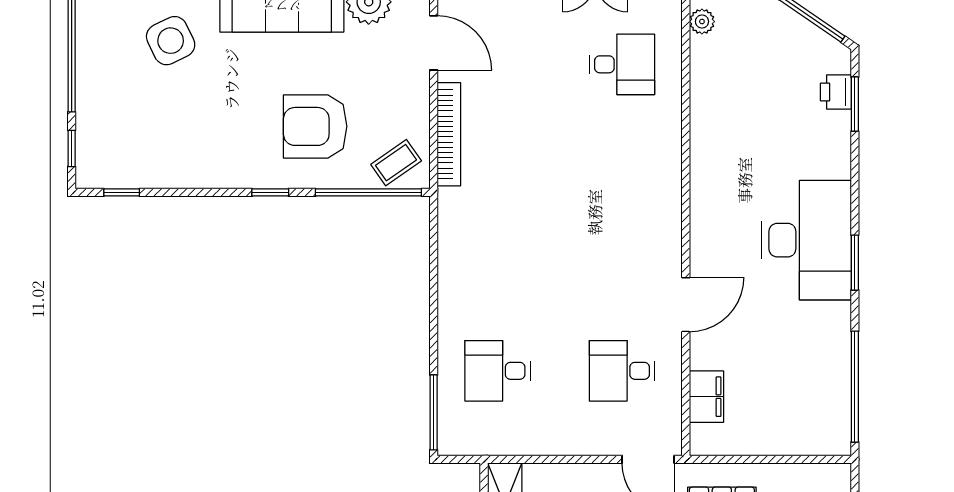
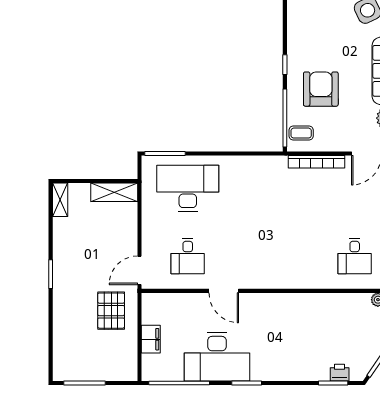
coffee table: (396, 163) -> (301, 133), turned -55
desk: (807, 240) -> (217, 357), moved
desk: (497, 371) -> (188, 188), width x1.87, depth x1.30
desk: (622, 371) -> (188, 256), turned 180
filing cabinet: (706, 397) -> (151, 339), moved, turned -90

